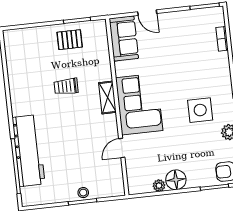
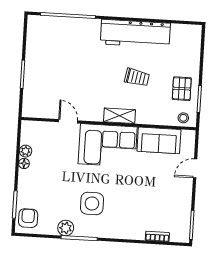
sofa: (124, 38) -> (159, 140), moved
trolley: (66, 86) -> (137, 77), turned 100
workbench: (28, 151) -> (135, 34), moved
floor lamp: (176, 180) -> (24, 163), width x0.53, depth x0.53
stool: (83, 193) -> (183, 118), moved

